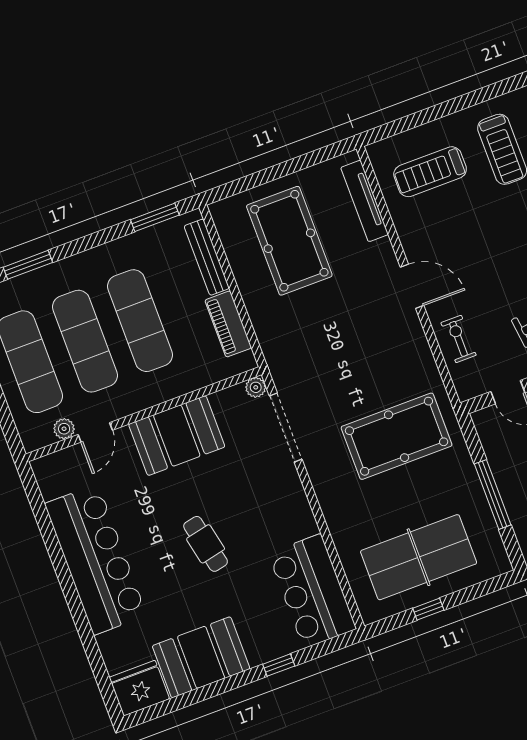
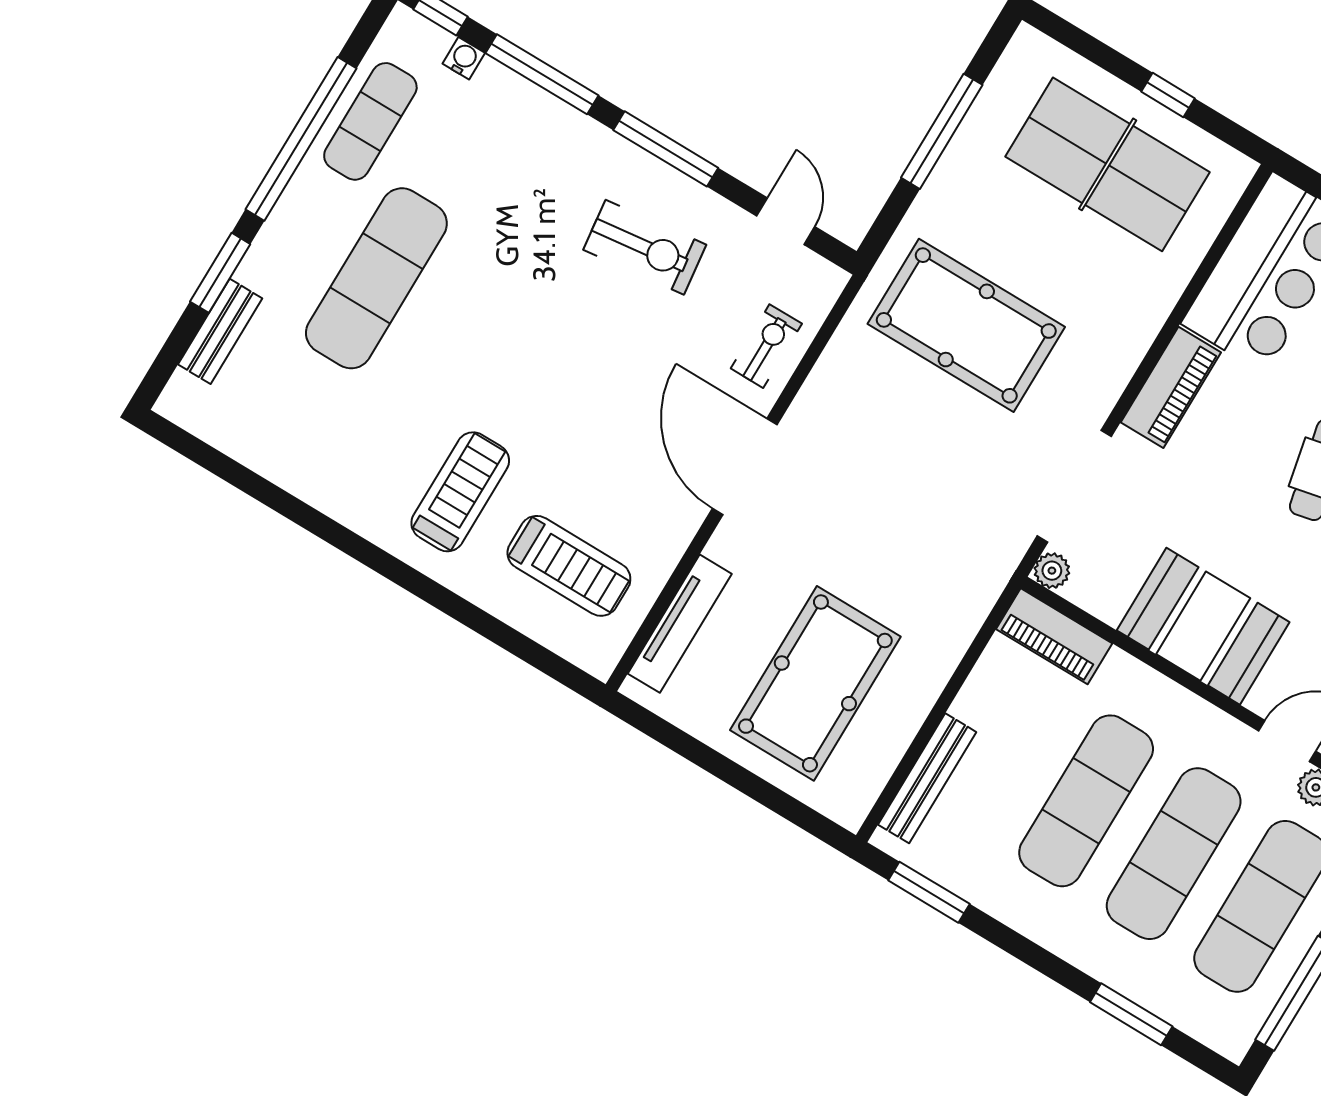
door: (412, 286) -> (745, 467), width x1.36
piano: (228, 324) -> (1054, 636), moved, turned 90
exercise bike: (459, 339) -> (766, 346), turned 180
piano: (296, 506) -> (1171, 387), added

